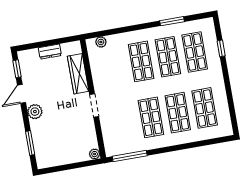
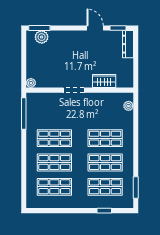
window: (172, 21) -> (136, 187), moved
dresser: (50, 52) -> (128, 44), moved, width x1.44
wardrobe: (78, 74) -> (104, 81), width x0.67
plant: (35, 112) -> (42, 37), moved
window: (30, 143) -> (39, 28), moved

